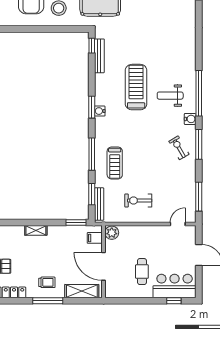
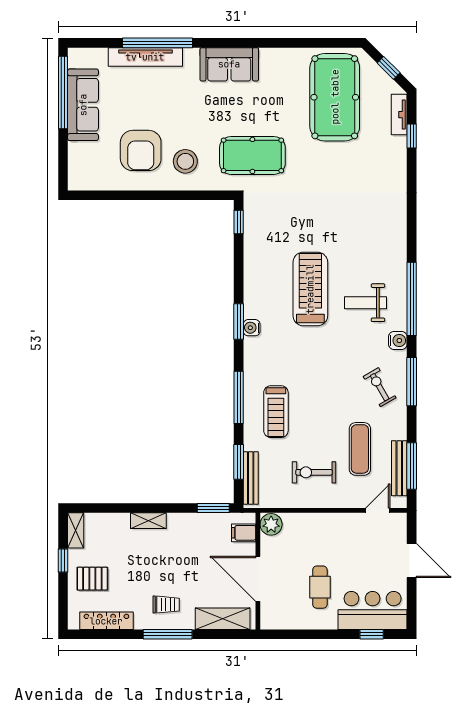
bench: (99, 56) -> (399, 468), moved
exercise mat: (167, 186) -> (360, 449), added

